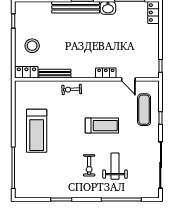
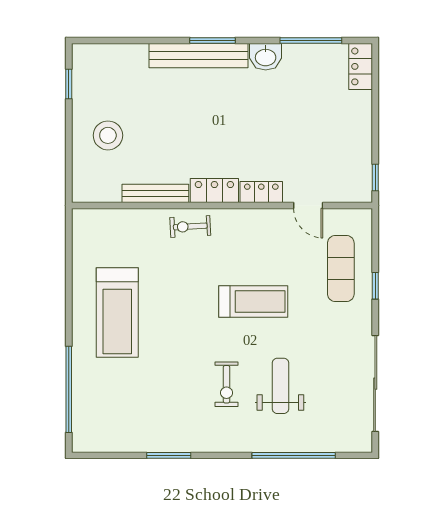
locker: (26, 72) -> (214, 191), moved

